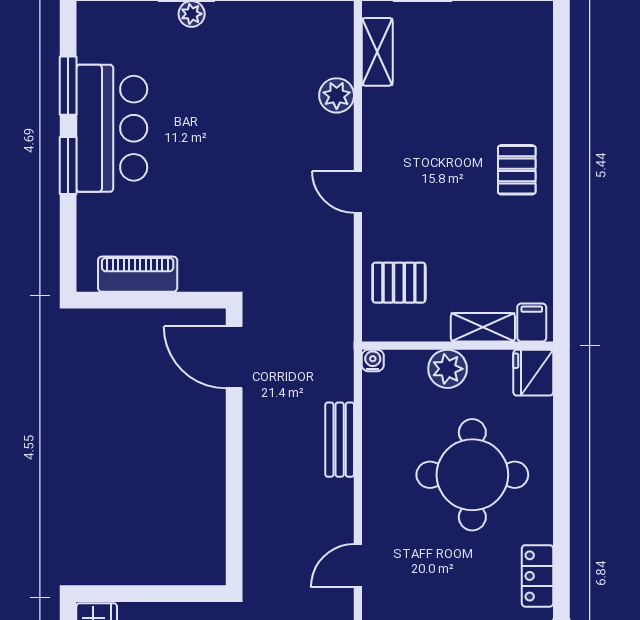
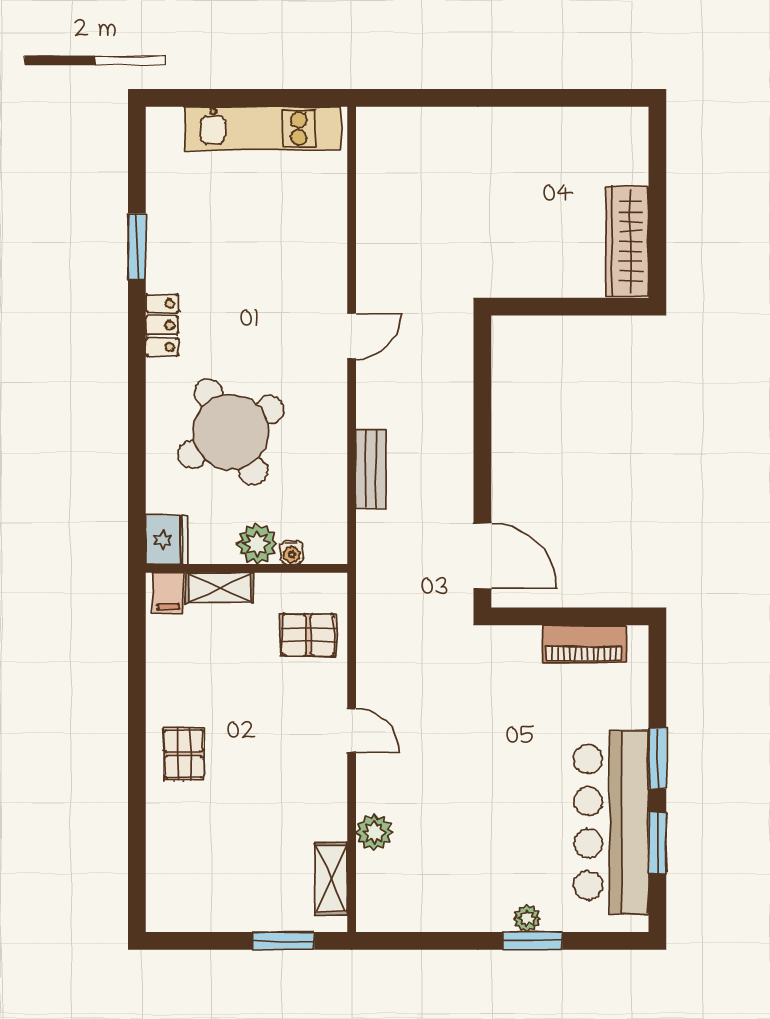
bar counter: (112, 128) -> (611, 822), width x1.36
water cooler: (373, 360) -> (292, 553), moved
round table: (472, 475) -> (231, 432), turned -30

